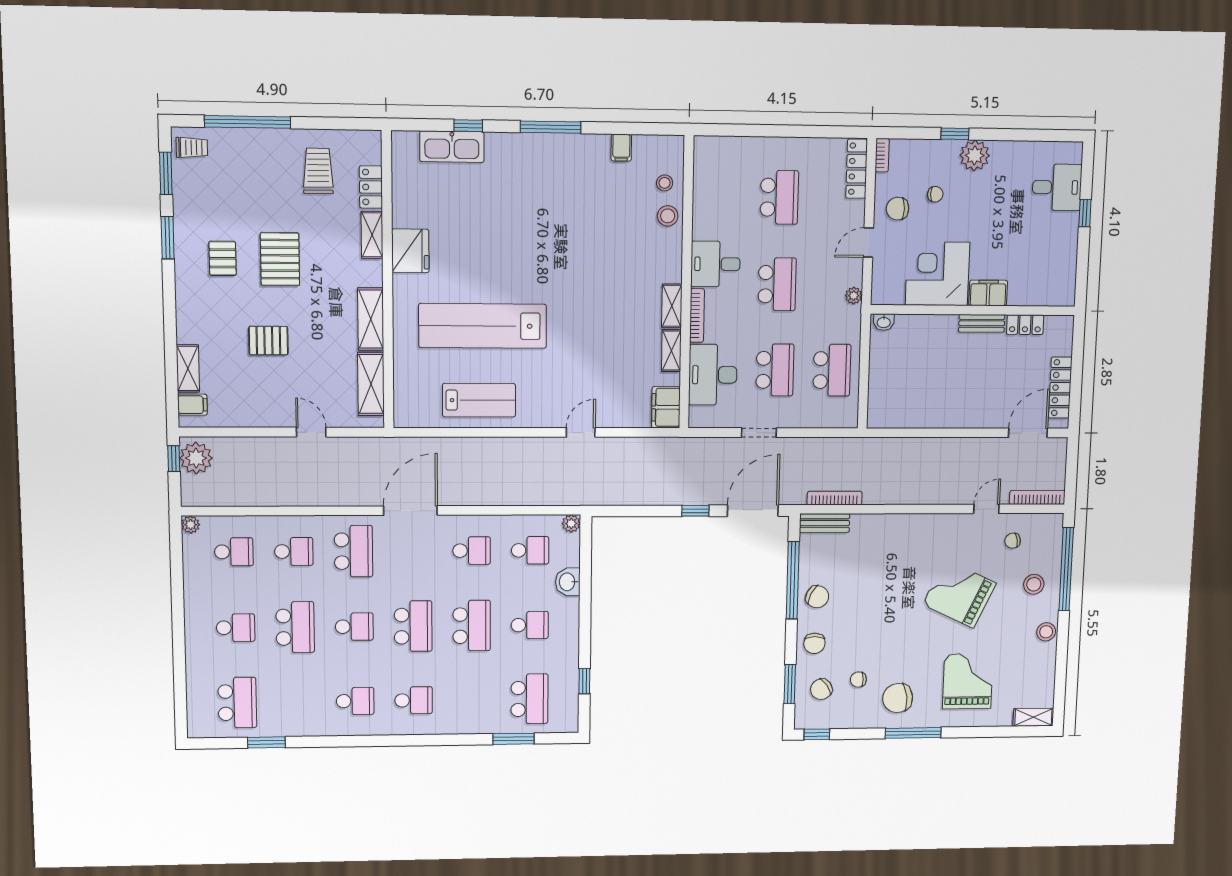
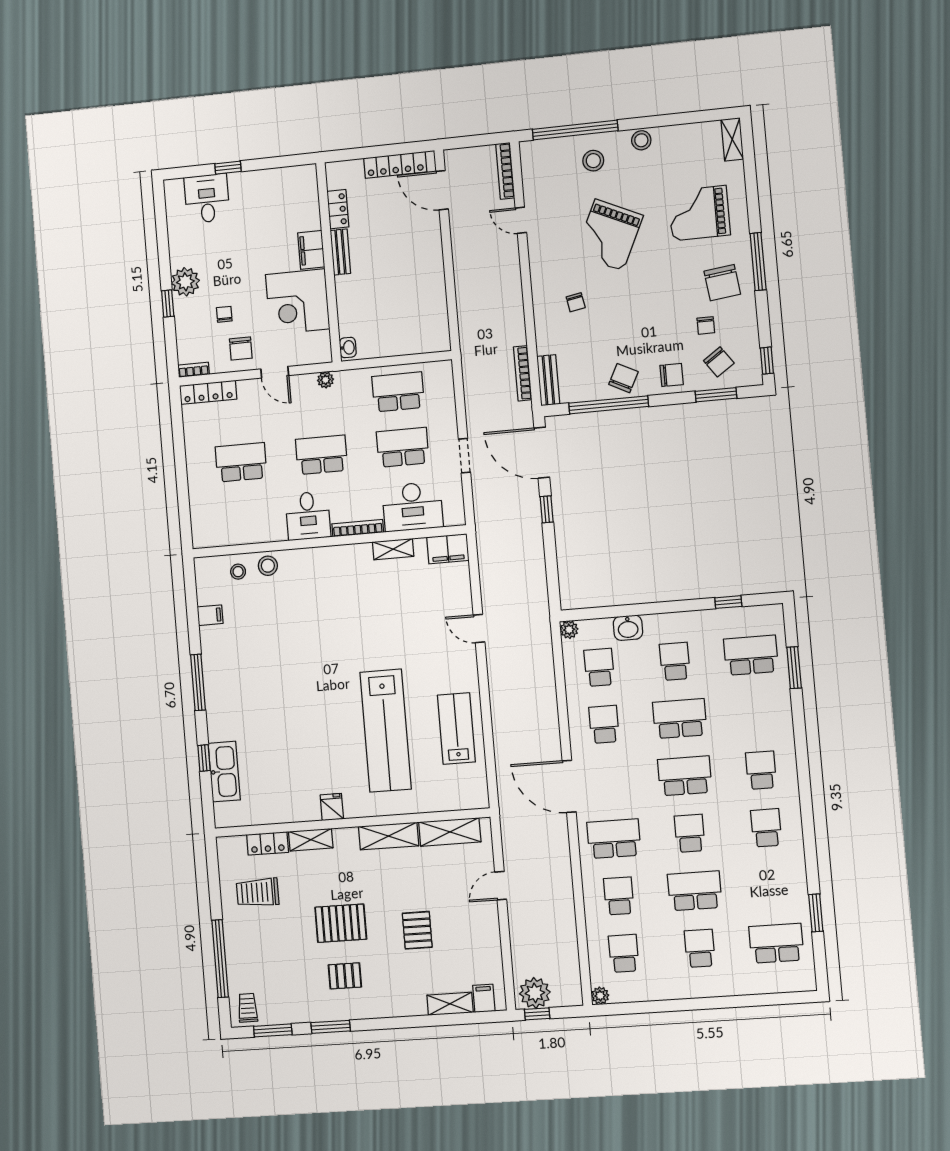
fridge: (410, 251) -> (332, 807), width x0.53, depth x0.75
shelving: (672, 306) -> (351, 553), removed
chair: (1013, 541) -> (576, 302), moved

